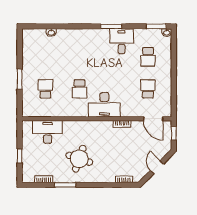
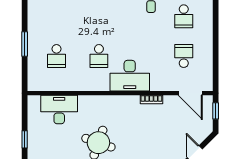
school desk: (45, 89) -> (57, 56), turned 180

